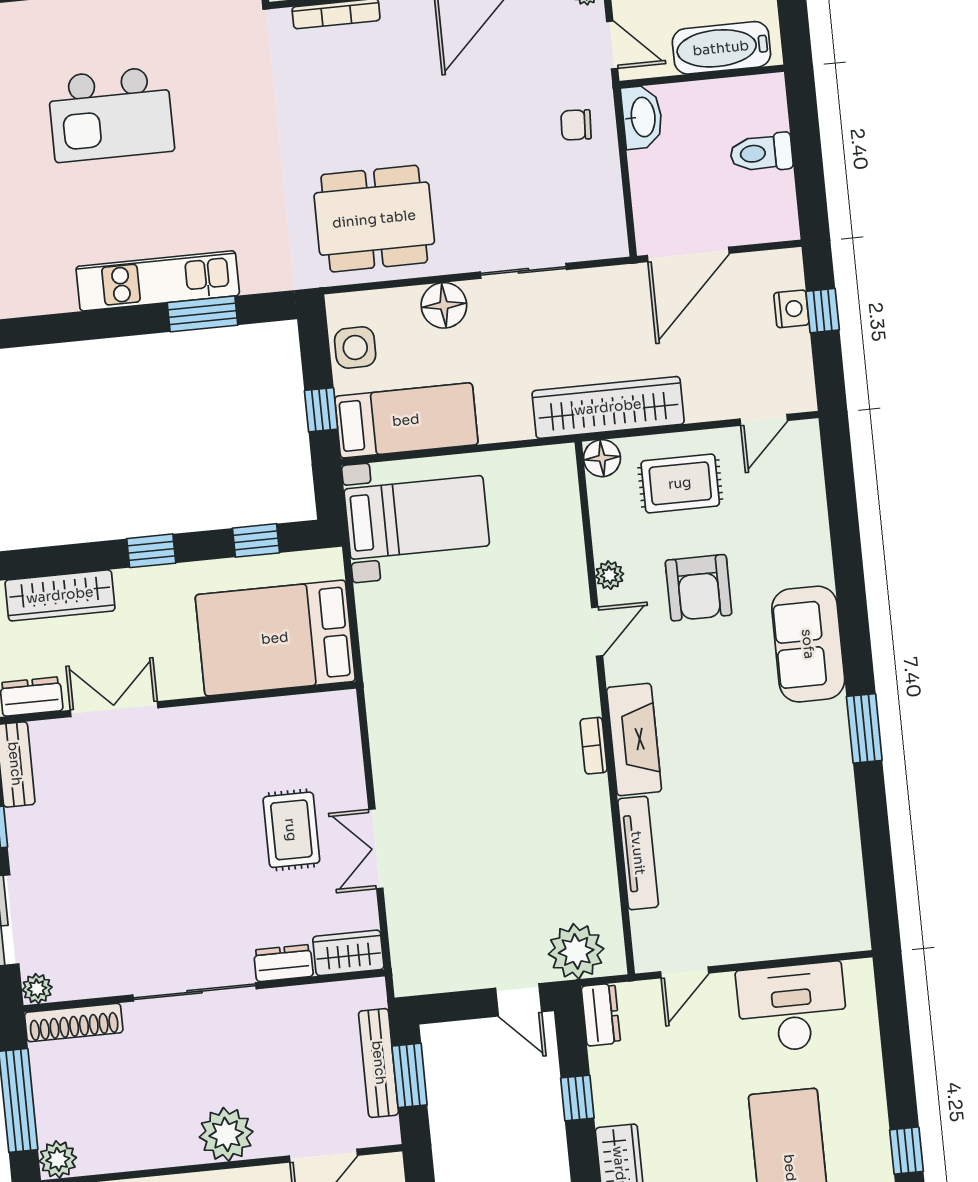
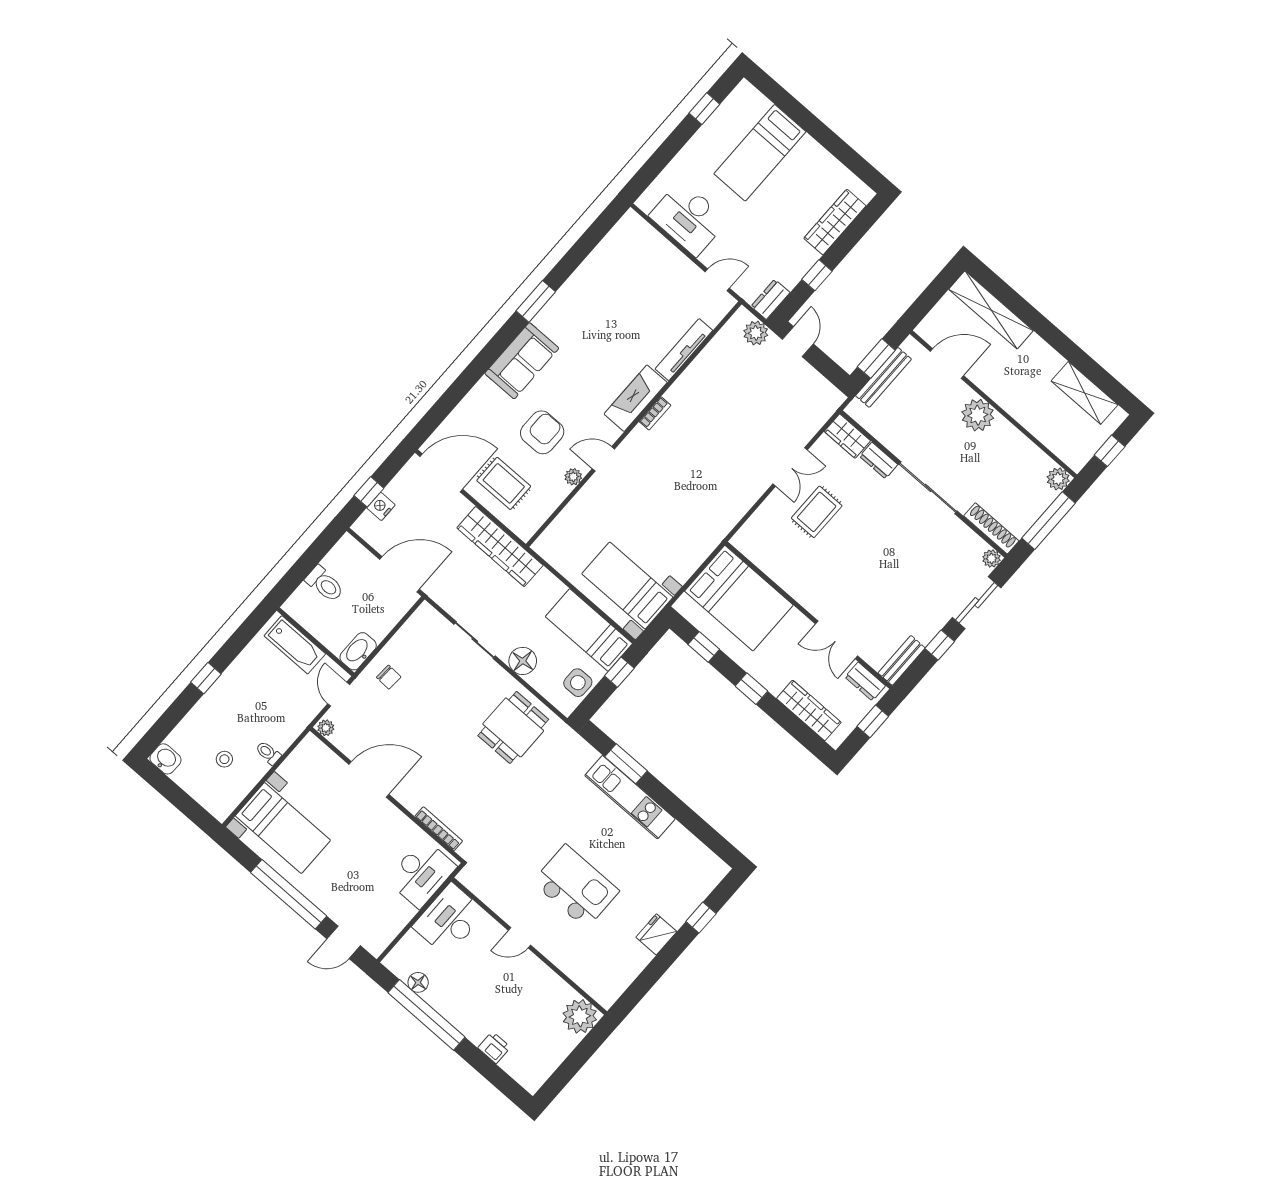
dining table: (374, 219) -> (513, 727), width x0.73
door: (764, 420) -> (441, 473), width x1.88
floor lamp: (602, 458) -> (525, 528), removed
plant: (576, 951) -> (756, 333), width x0.73, depth x0.73

